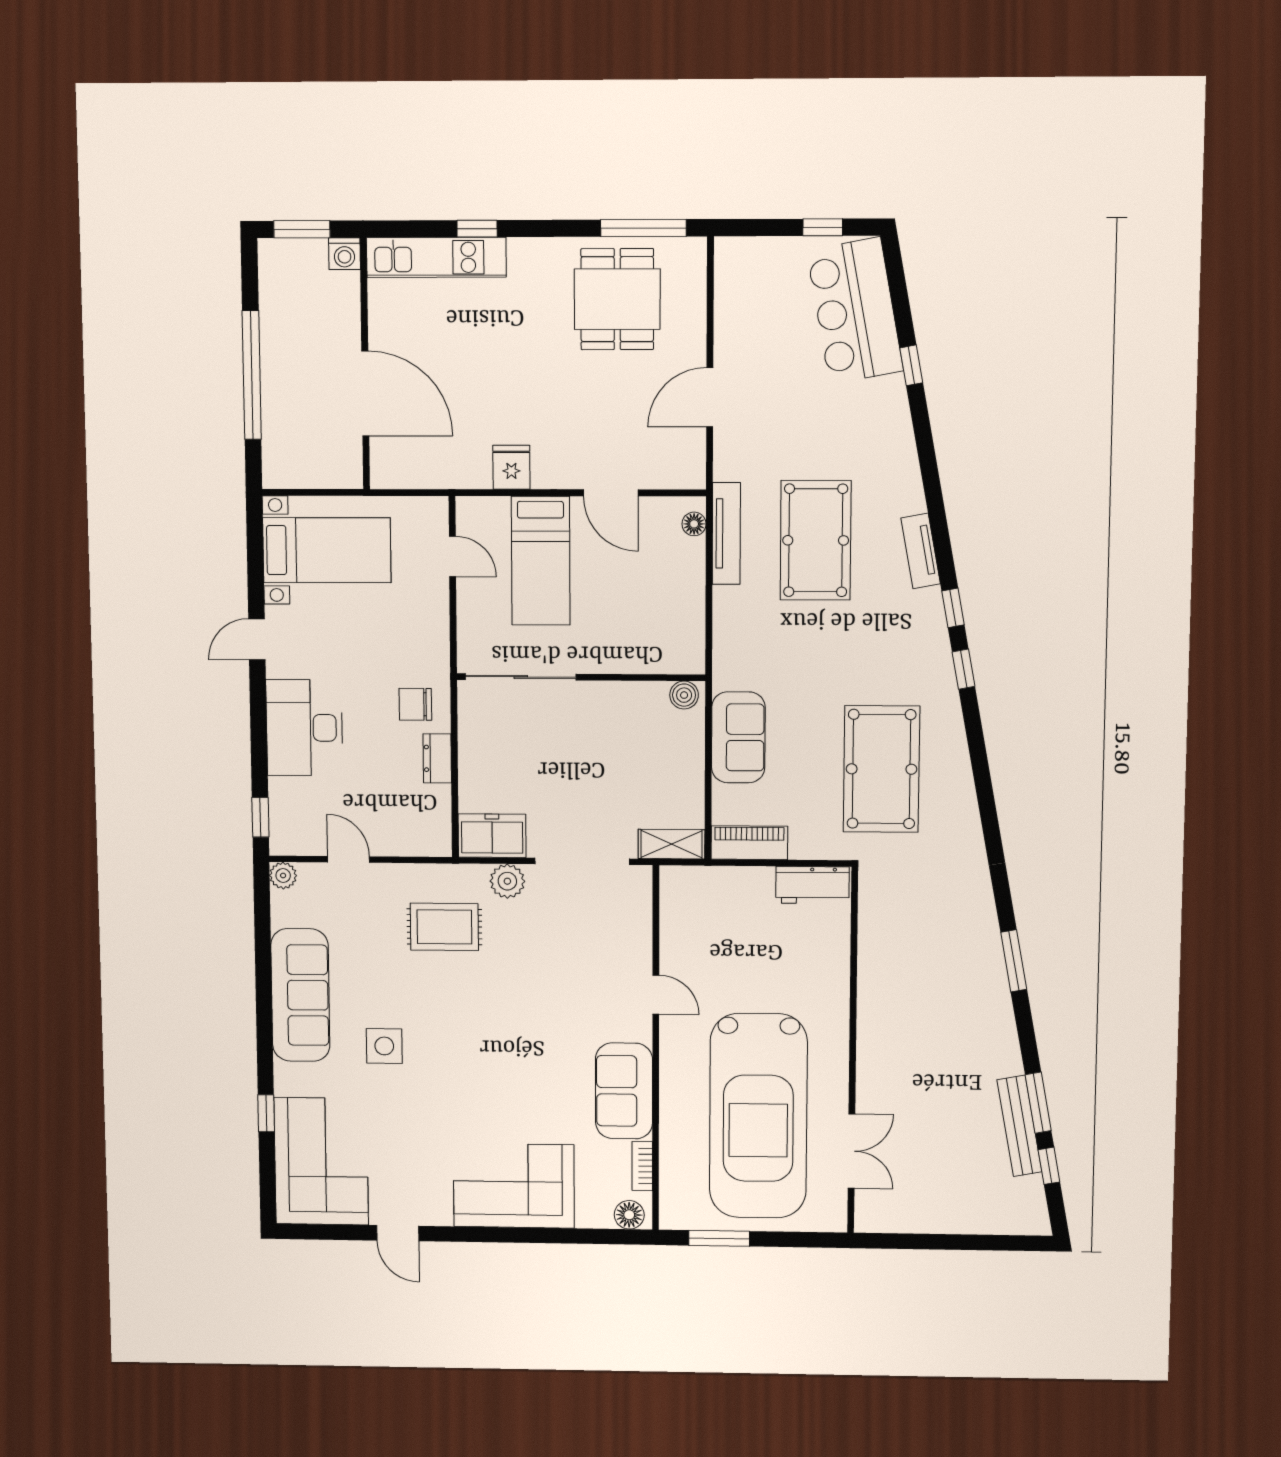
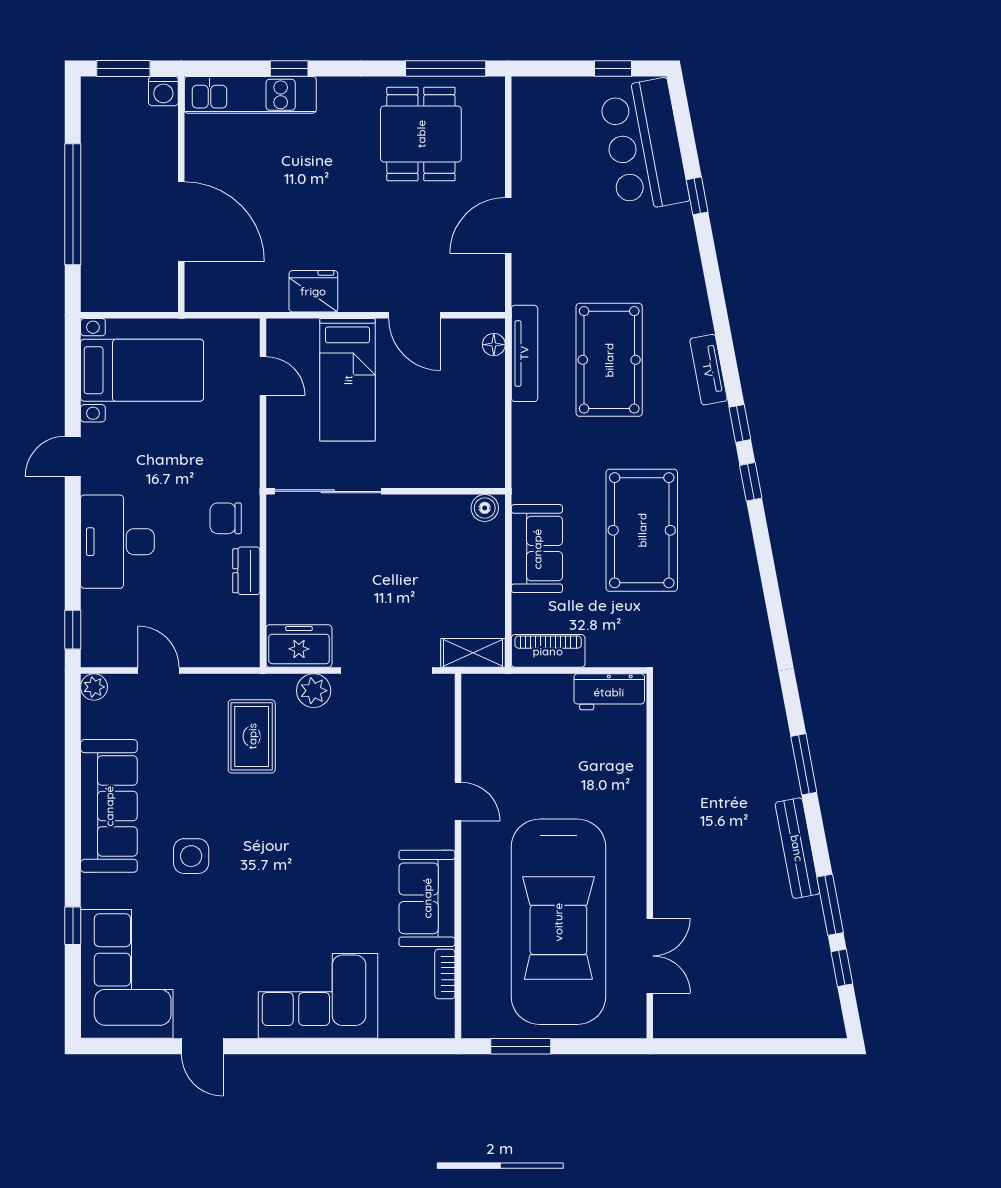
fridge: (511, 467) -> (313, 291), width x1.38
pool table: (881, 769) -> (642, 530), moved
rug: (444, 927) -> (252, 736), turned 90
bench: (1019, 1126) -> (797, 848), moved
floor lamp: (629, 1215) -> (432, 1024), removed

